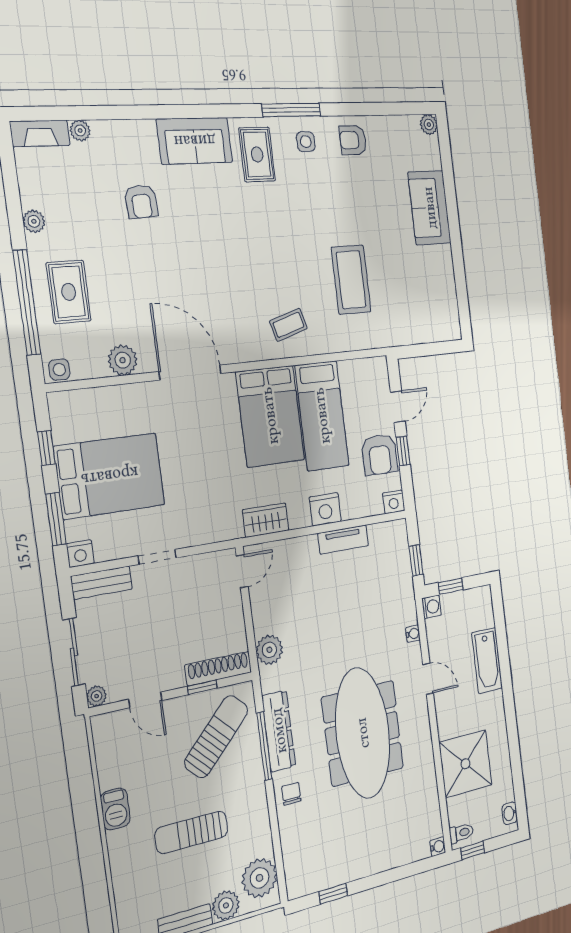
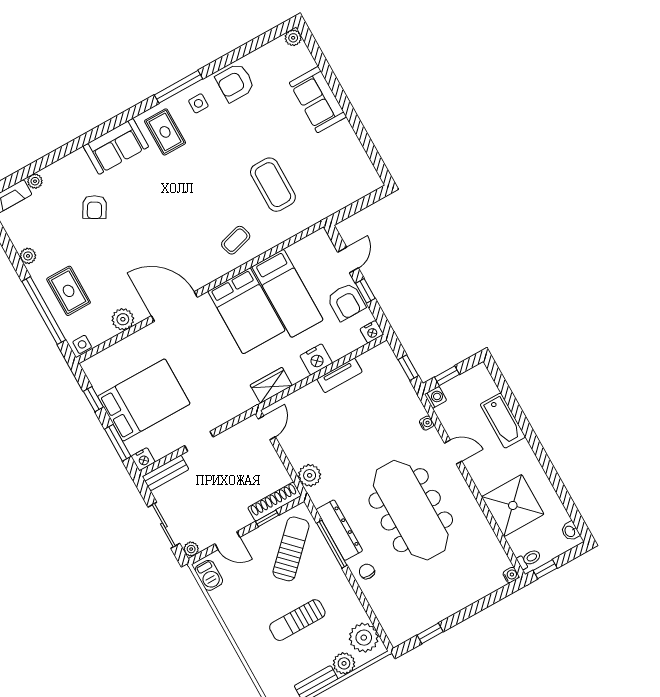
armchair: (353, 140) -> (235, 83), width x1.38, depth x1.38
armchair: (141, 202) -> (94, 207), turned 33
barbecue: (115, 809) -> (209, 575), moved

